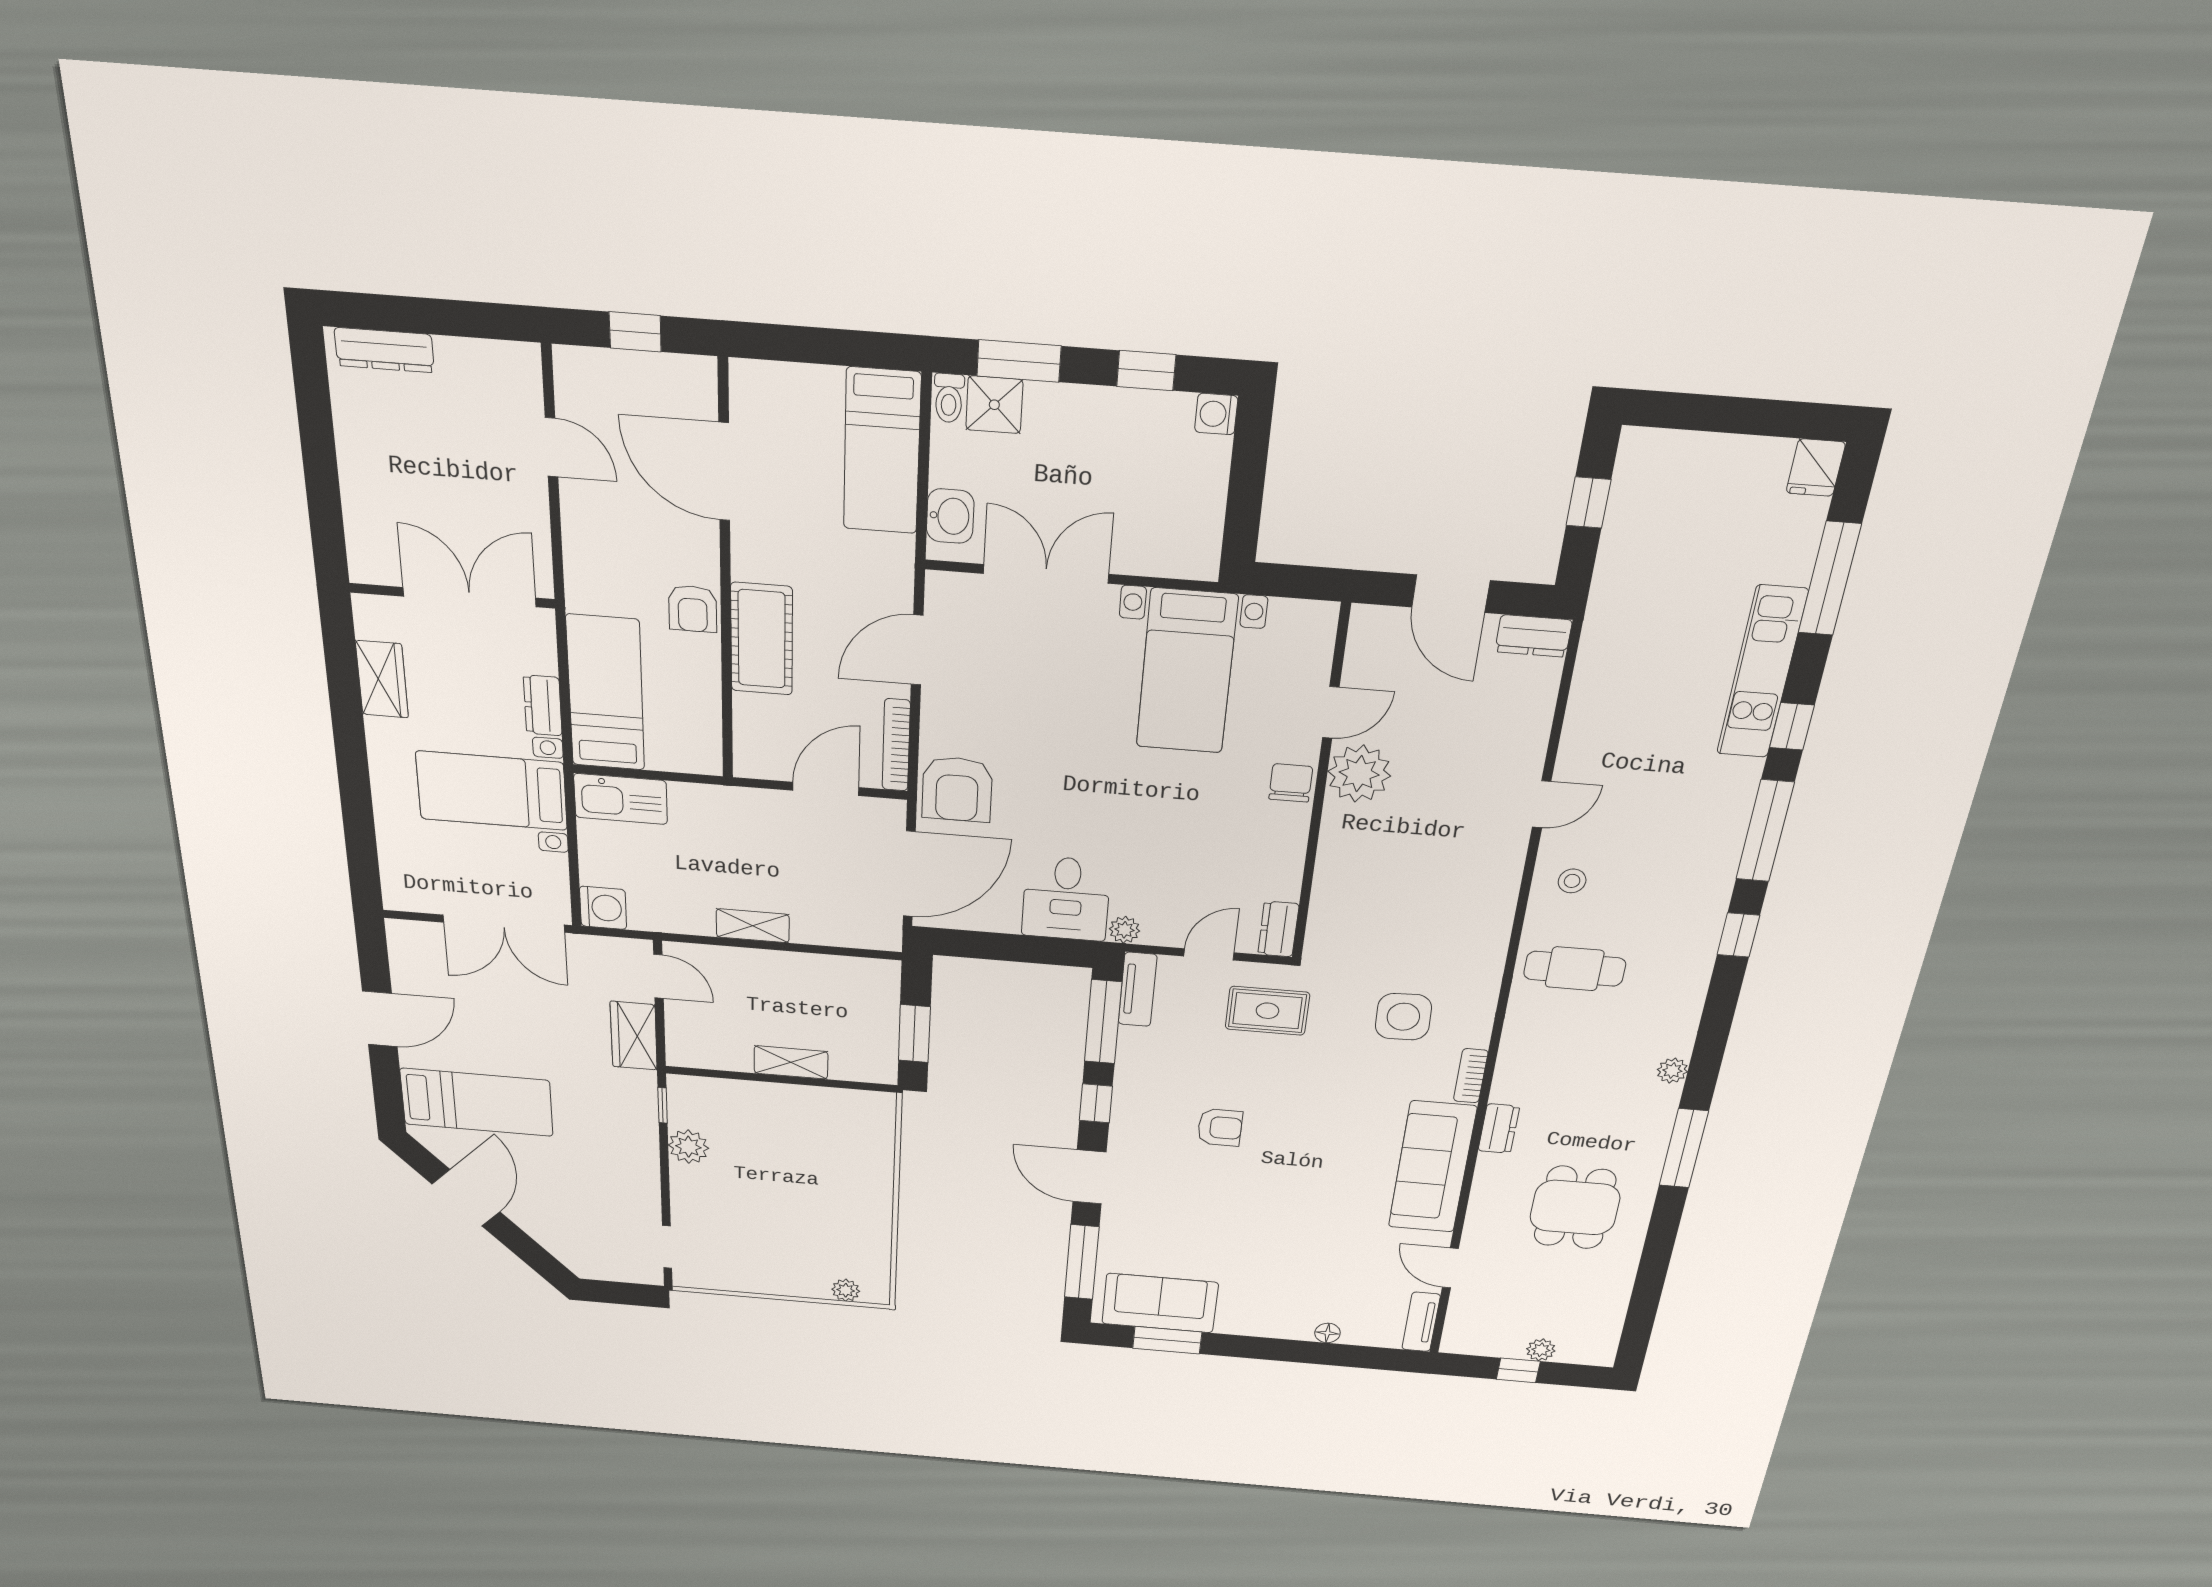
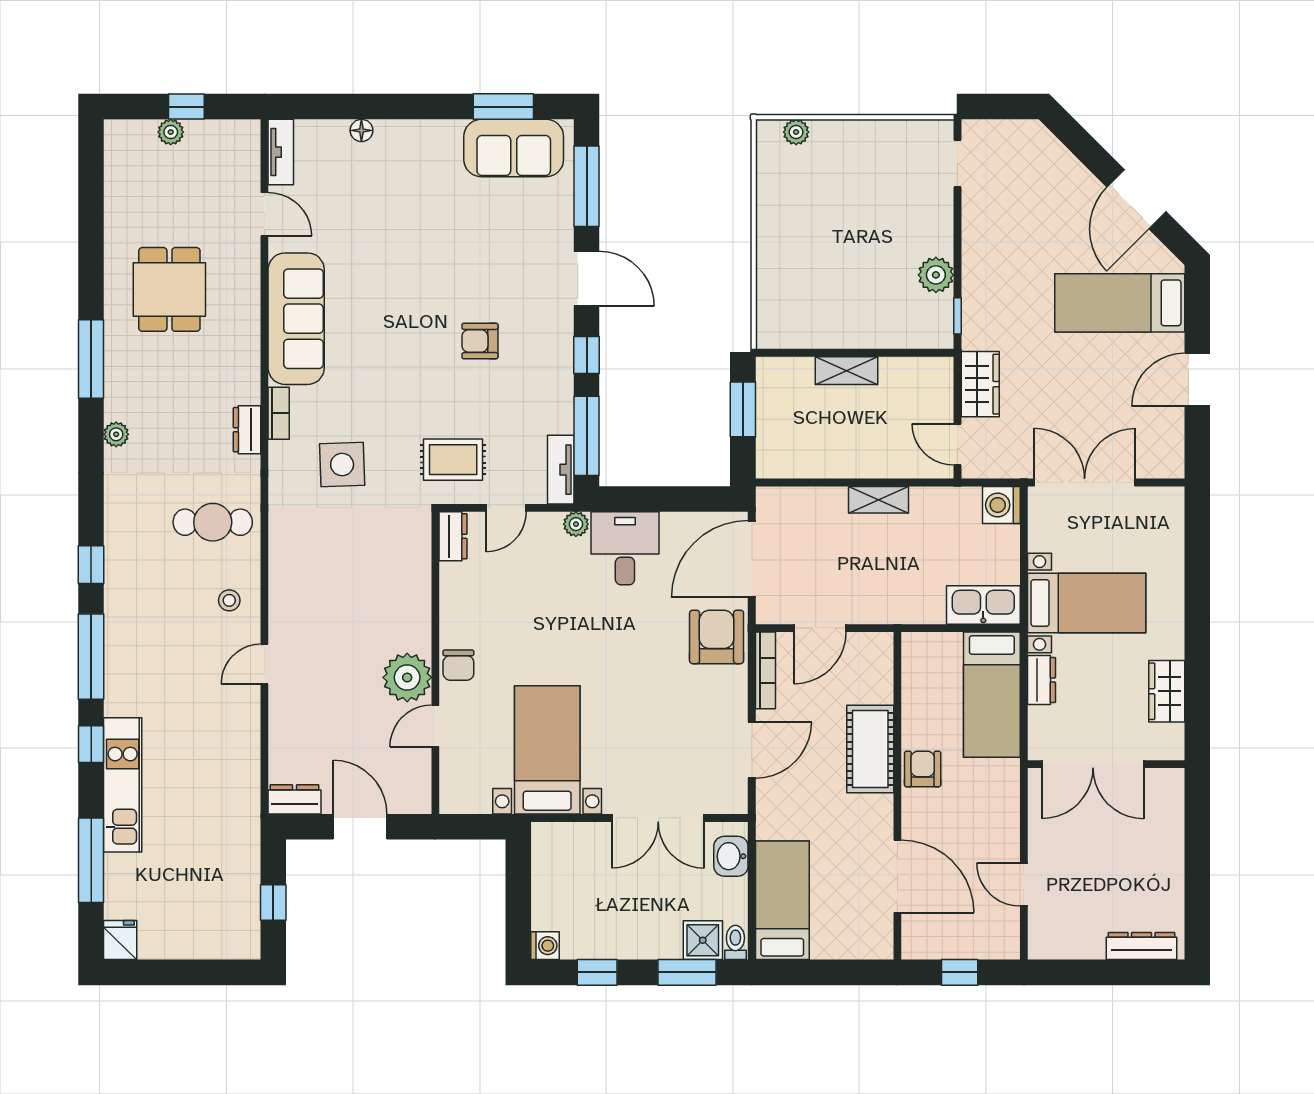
dresser: (1499, 1129) -> (247, 430), moved

